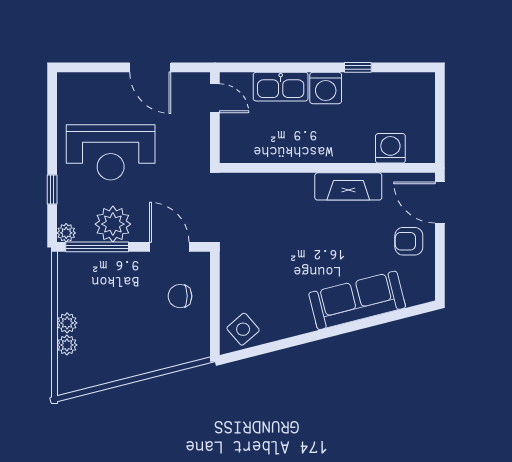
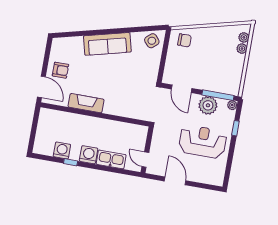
washing machine: (390, 148) -> (62, 150), moved, turned 180
chair: (180, 296) -> (184, 40), moved
sofa: (357, 300) -> (107, 44), moved
plant: (67, 323) -> (244, 37), moved

